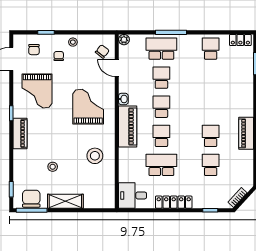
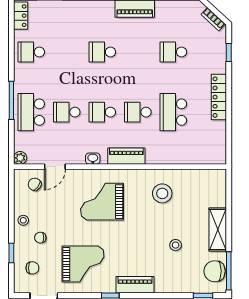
piano: (128, 126) -> (126, 156), width x0.73, depth x0.75
school desk: (211, 136) -> (102, 52), moved
desk: (133, 195) -> (211, 147), removed

